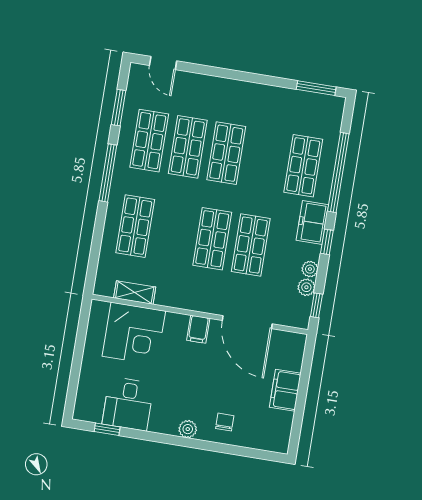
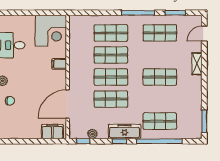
shop shelf: (188, 147) -> (111, 55), moved
freezer: (312, 222) -> (124, 131), width x1.40
plant: (310, 269) -> (103, 134), removed
shelving: (135, 293) -> (197, 64), moved
filing cabinet: (198, 329) -> (59, 64), moved
corner desk: (134, 334) -> (51, 31), moved, turned -90
filing cabinet: (285, 390) -> (52, 132), moved

